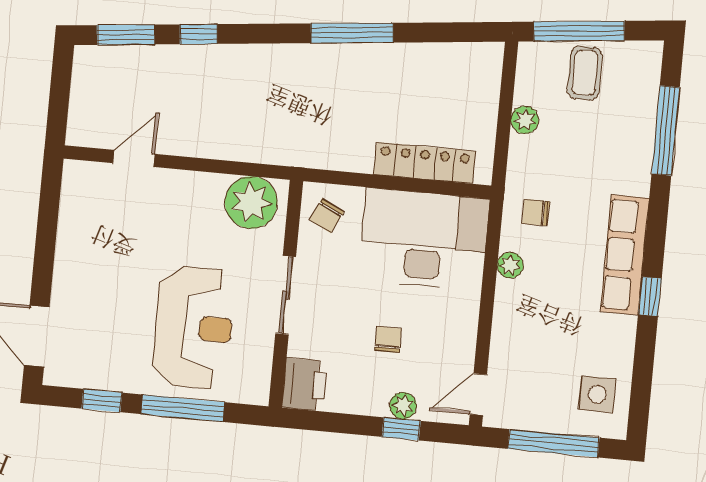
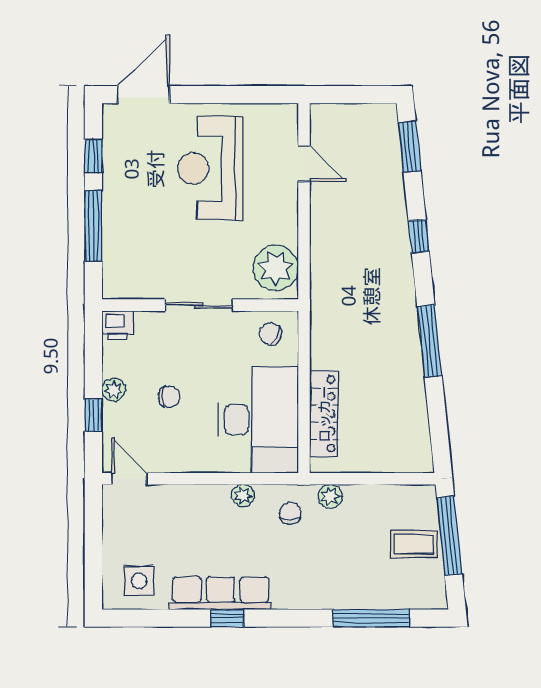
window: (199, 34) -> (419, 236), moved
plant: (525, 120) -> (330, 496), moved
row of seats: (625, 255) -> (221, 593), moved
reception desk: (194, 327) -> (210, 168), moved, turned 90
printer: (305, 385) -> (118, 325), width x0.73, depth x0.81
plant: (403, 406) -> (114, 390), moved
window: (554, 443) -> (93, 547), removed

